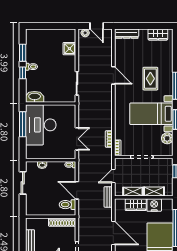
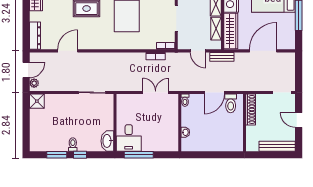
shower: (69, 49) -> (37, 101), moved
door: (113, 75) -> (68, 51), moved
desk: (41, 125) -> (129, 138), width x0.53, depth x0.77
sliding door: (23, 183) -> (206, 155), removed
wardrobe: (136, 205) -> (231, 31), width x1.50

